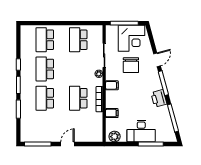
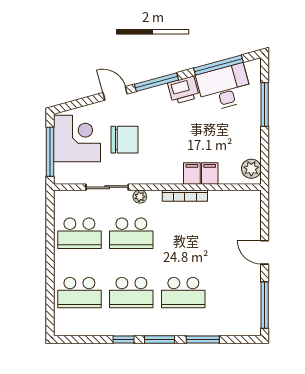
filing cabinet: (112, 85) -> (192, 174), moved
school desk: (78, 98) -> (131, 233), moved
desk: (141, 131) -> (224, 88), moved, turned -105

